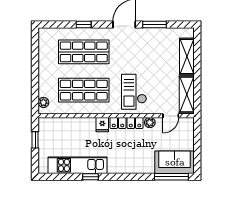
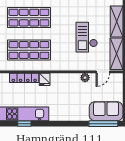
checkout: (134, 92) -> (87, 37), moved
locker: (127, 123) -> (24, 78), moved
window: (90, 177) -> (24, 124), moved

